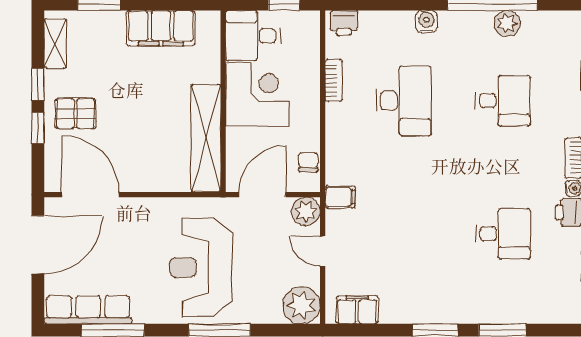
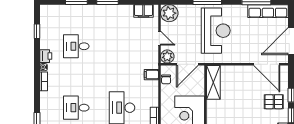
shelving: (206, 138) -> (213, 82), width x0.68
filing cabinet: (340, 197) -> (151, 75), moved

